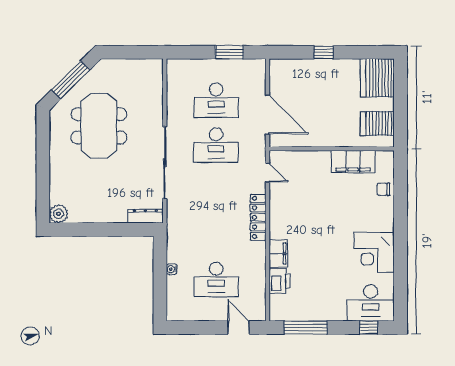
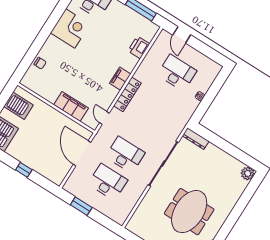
filing cabinet: (353, 162) -> (71, 106), moved
filing cabinet: (278, 253) -> (120, 79), moved

